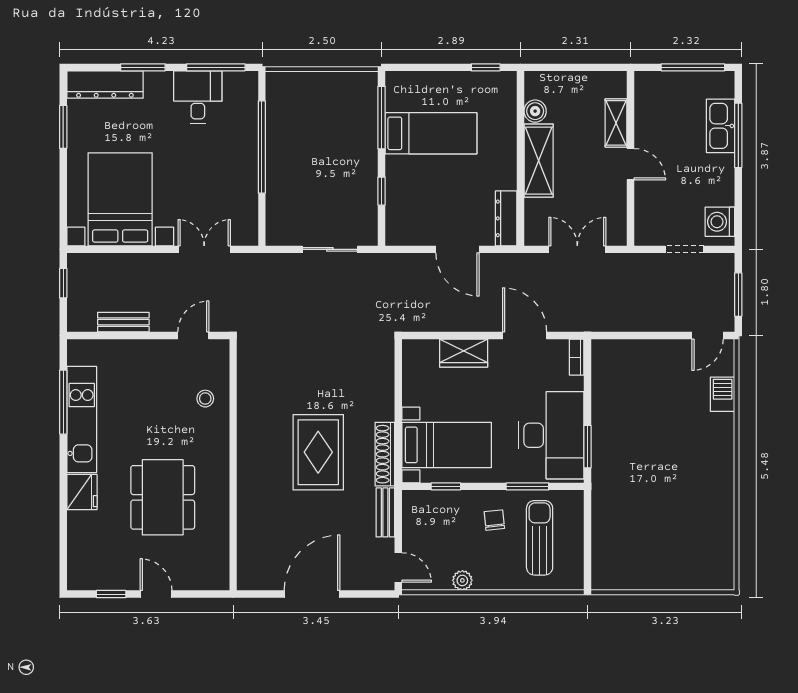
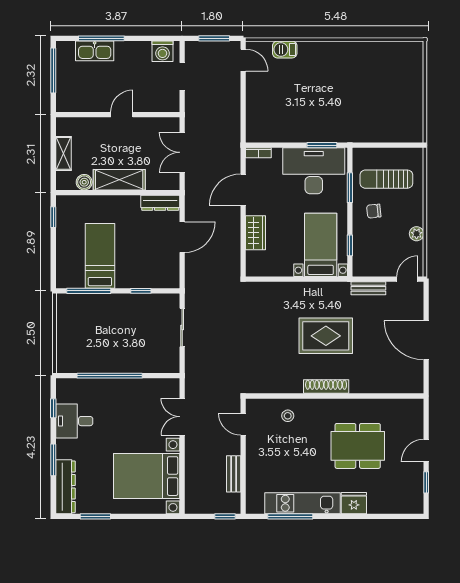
window: (216, 67) -> (53, 408), width x0.46
shelving: (616, 123) -> (63, 153), moved, turned 90
window: (63, 283) -> (225, 516), moved
shoe rack: (385, 454) -> (326, 387), moved, turned 180

